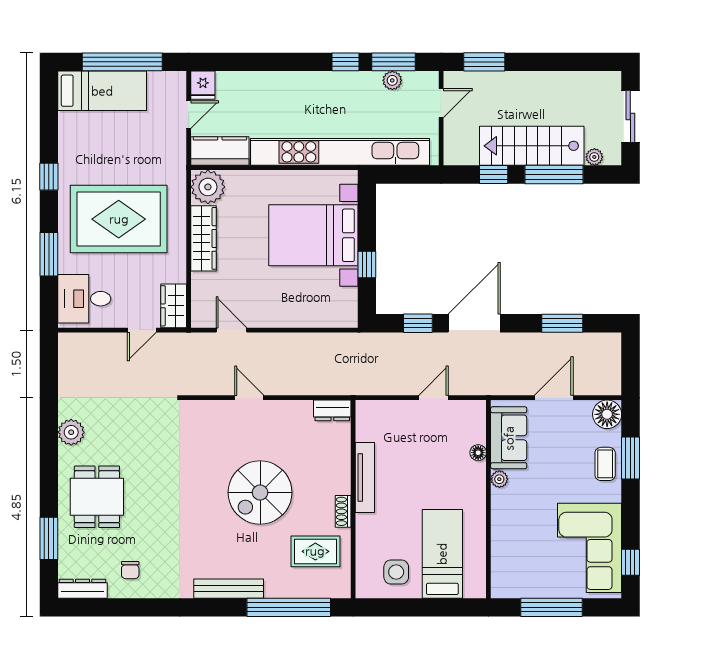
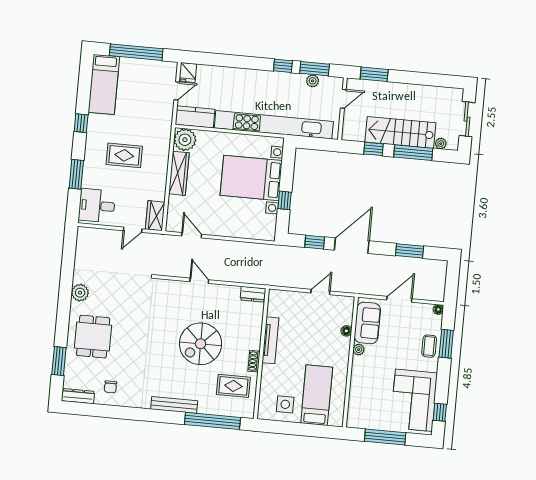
bed: (102, 91) -> (104, 84), moved, turned 90
rug: (119, 219) -> (124, 155), width x0.54, depth x0.49
floor lamp: (607, 414) -> (438, 309), width x0.53, depth x0.53

